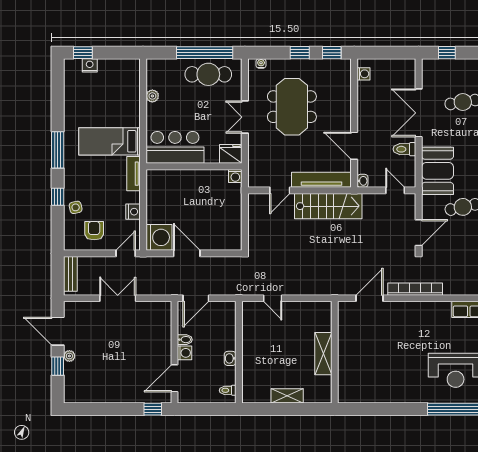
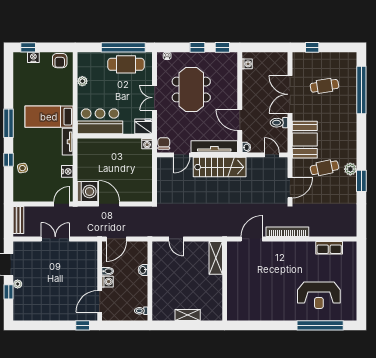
chair: (257, 176) -> (164, 143), added
armchair: (94, 231) -> (60, 61), moved, turned 180
shelving: (323, 354) -> (216, 258), moved
washbasin: (230, 358) -> (143, 270), moved

